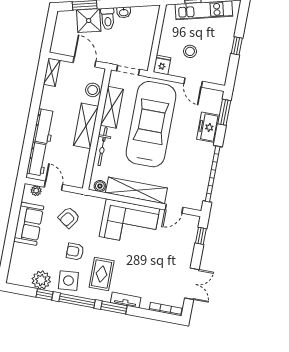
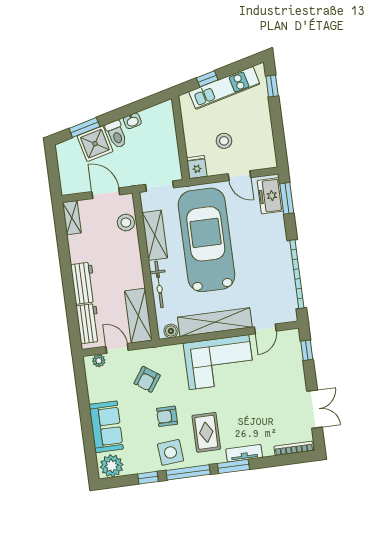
window: (237, 46) -> (272, 86), moved
shelving: (86, 126) -> (138, 316), moved
freezer: (208, 127) -> (270, 196), moved
sofa: (29, 224) -> (106, 427), moved
plant: (41, 280) -> (112, 466), moved

